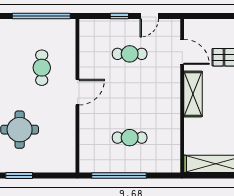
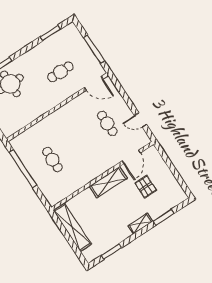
window: (41, 16) -> (94, 49), width x0.68
window: (119, 16) -> (128, 100), removed
door: (77, 92) -> (94, 83), moved

